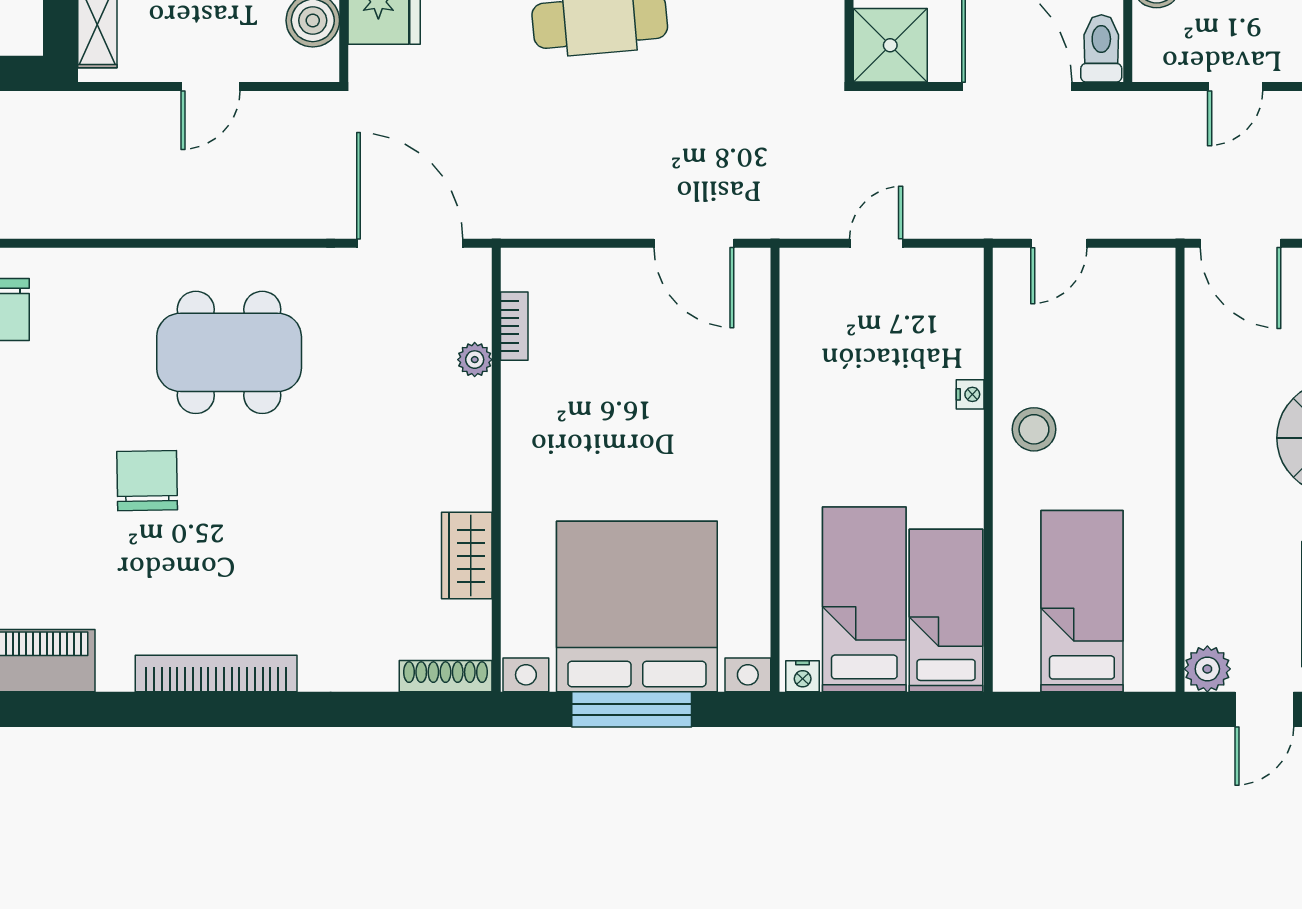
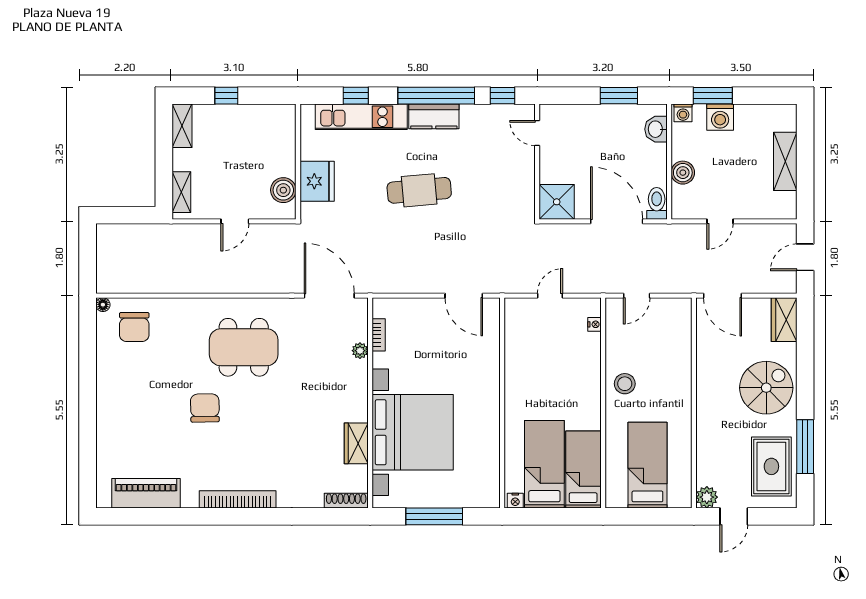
nightstand: (970, 394) -> (595, 324), moved
bed with nightstands: (637, 607) -> (413, 432), moved, turned 90

